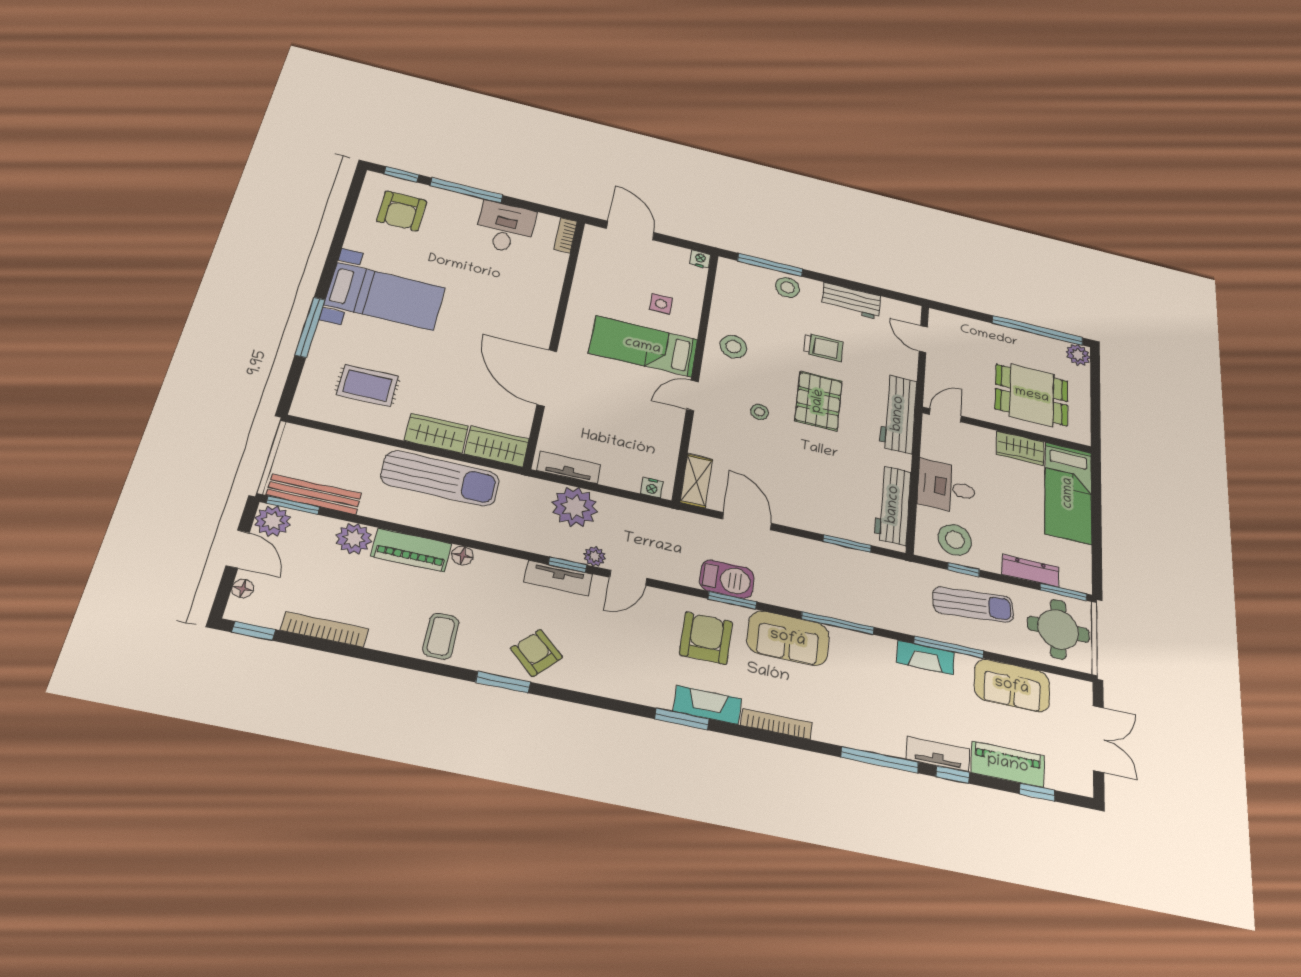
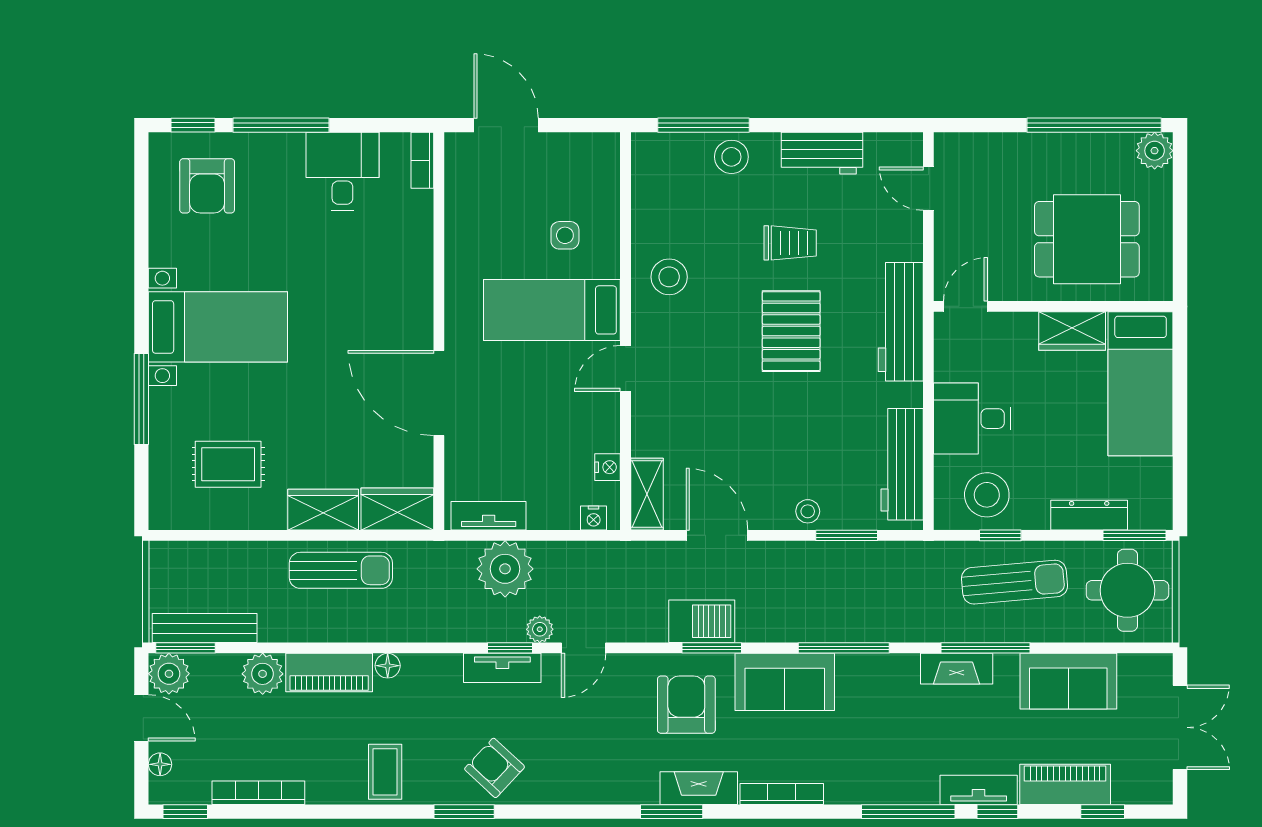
nightstand: (700, 259) -> (608, 467), moved, turned 90
stool: (759, 412) -> (808, 511), moved
sun lounger: (440, 478) -> (341, 570), width x0.73, depth x0.75

